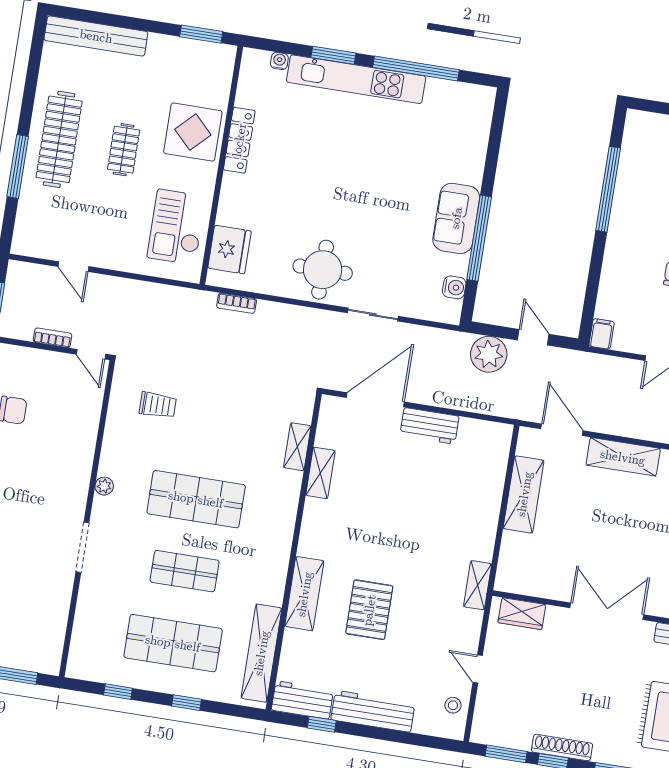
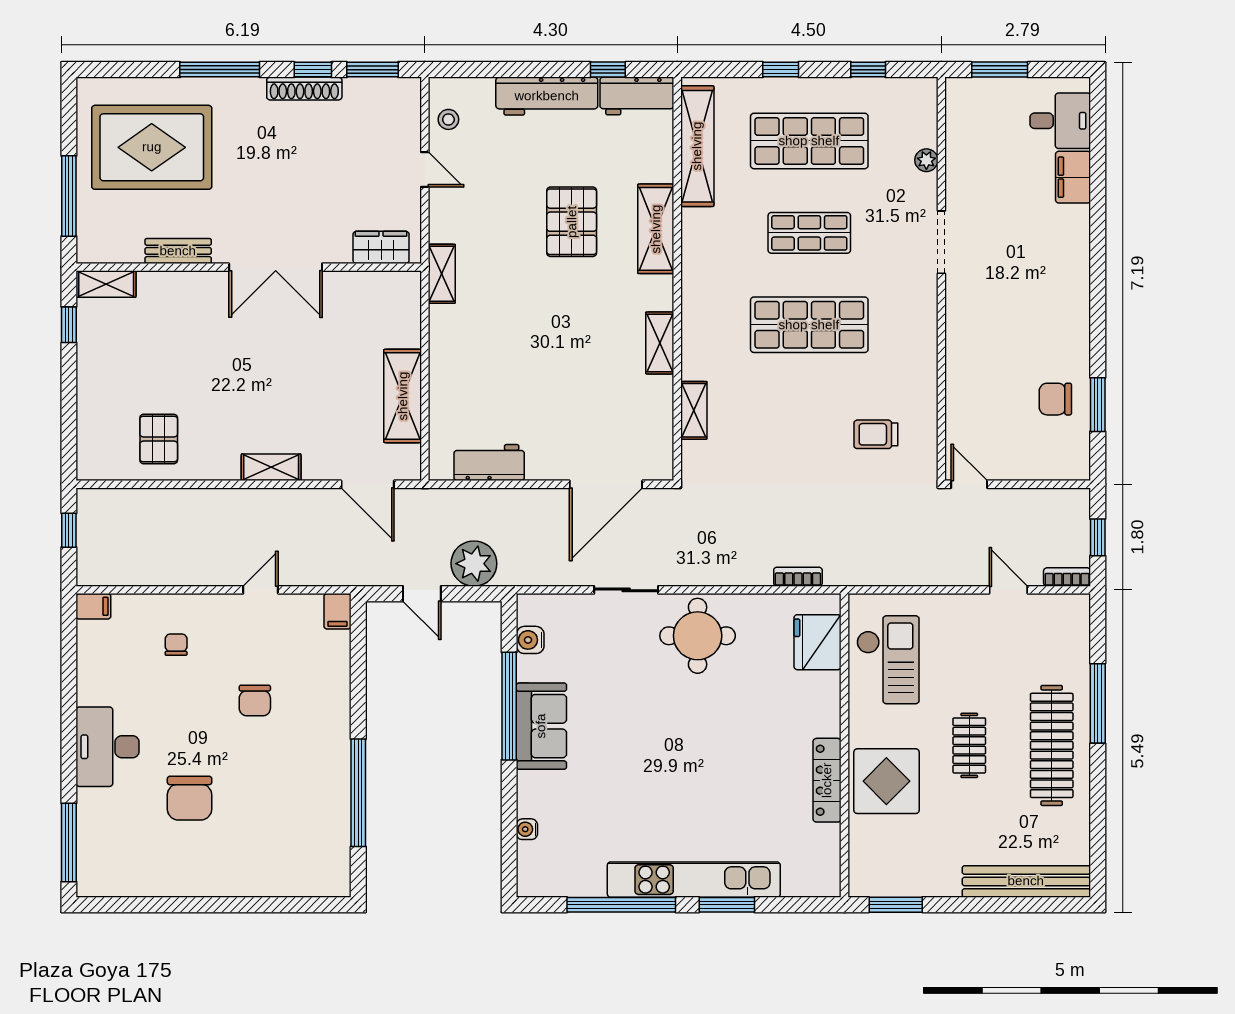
water cooler: (279, 61) -> (527, 829), moved, turned 90
bookcase: (53, 338) -> (1067, 577), moved, turned 180
workbench: (429, 426) -> (489, 463), moved
shelving: (623, 457) -> (271, 467), width x0.67, depth x0.75
shelving: (320, 473) -> (660, 343), moved
plant: (104, 486) -> (926, 160), moved

